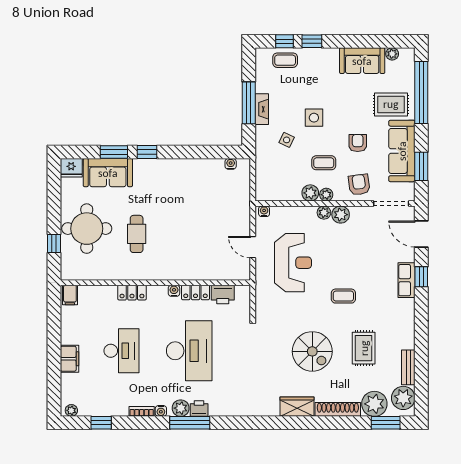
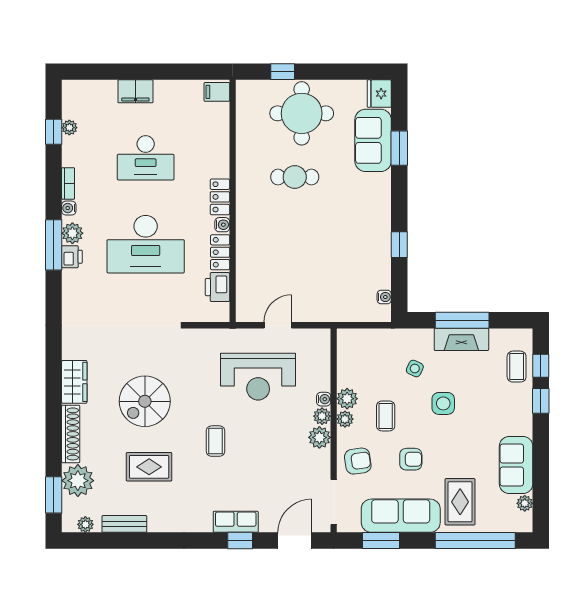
fireplace: (262, 109) -> (461, 339), width x1.37, depth x1.32
window: (147, 152) -> (399, 245), moved
water cooler: (264, 211) -> (324, 399), moved
locker: (132, 293) -> (220, 197), moved
plant: (403, 398) -> (85, 524), width x0.53, depth x0.53
plant: (71, 410) -> (69, 128), moved

